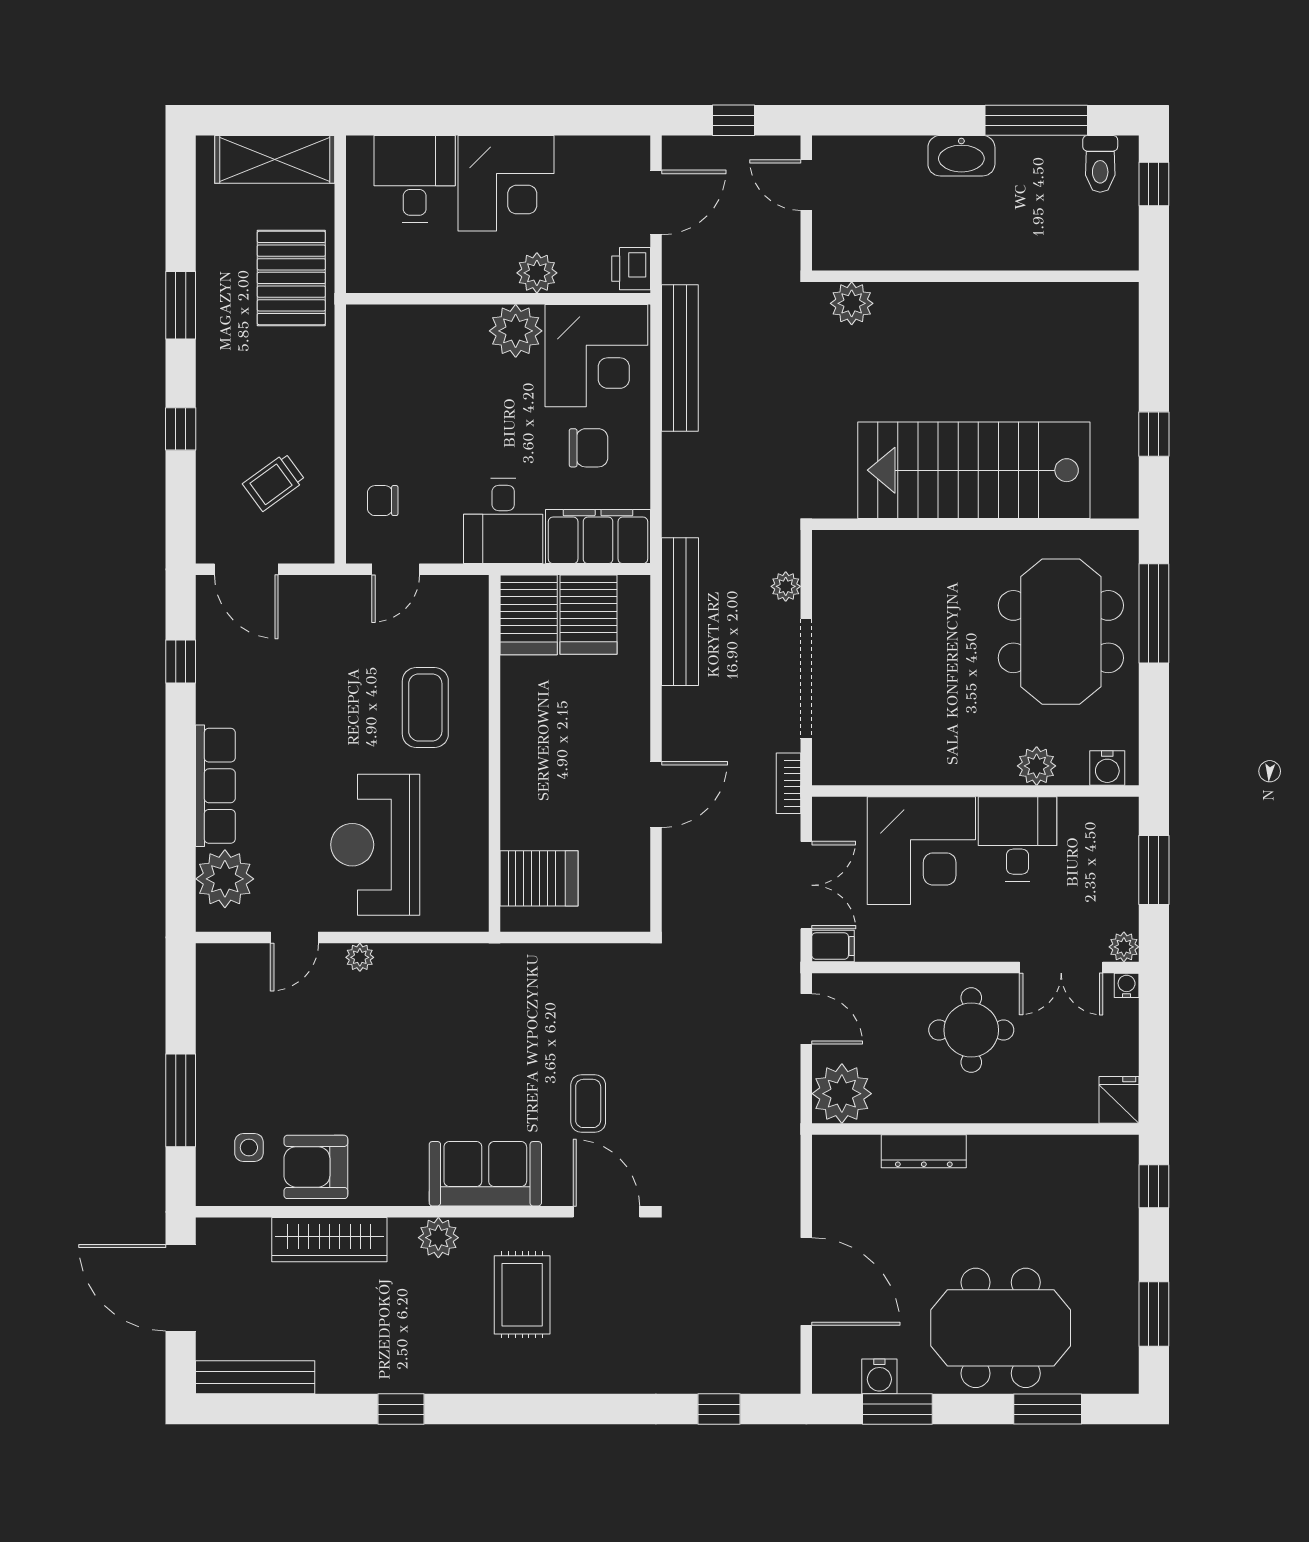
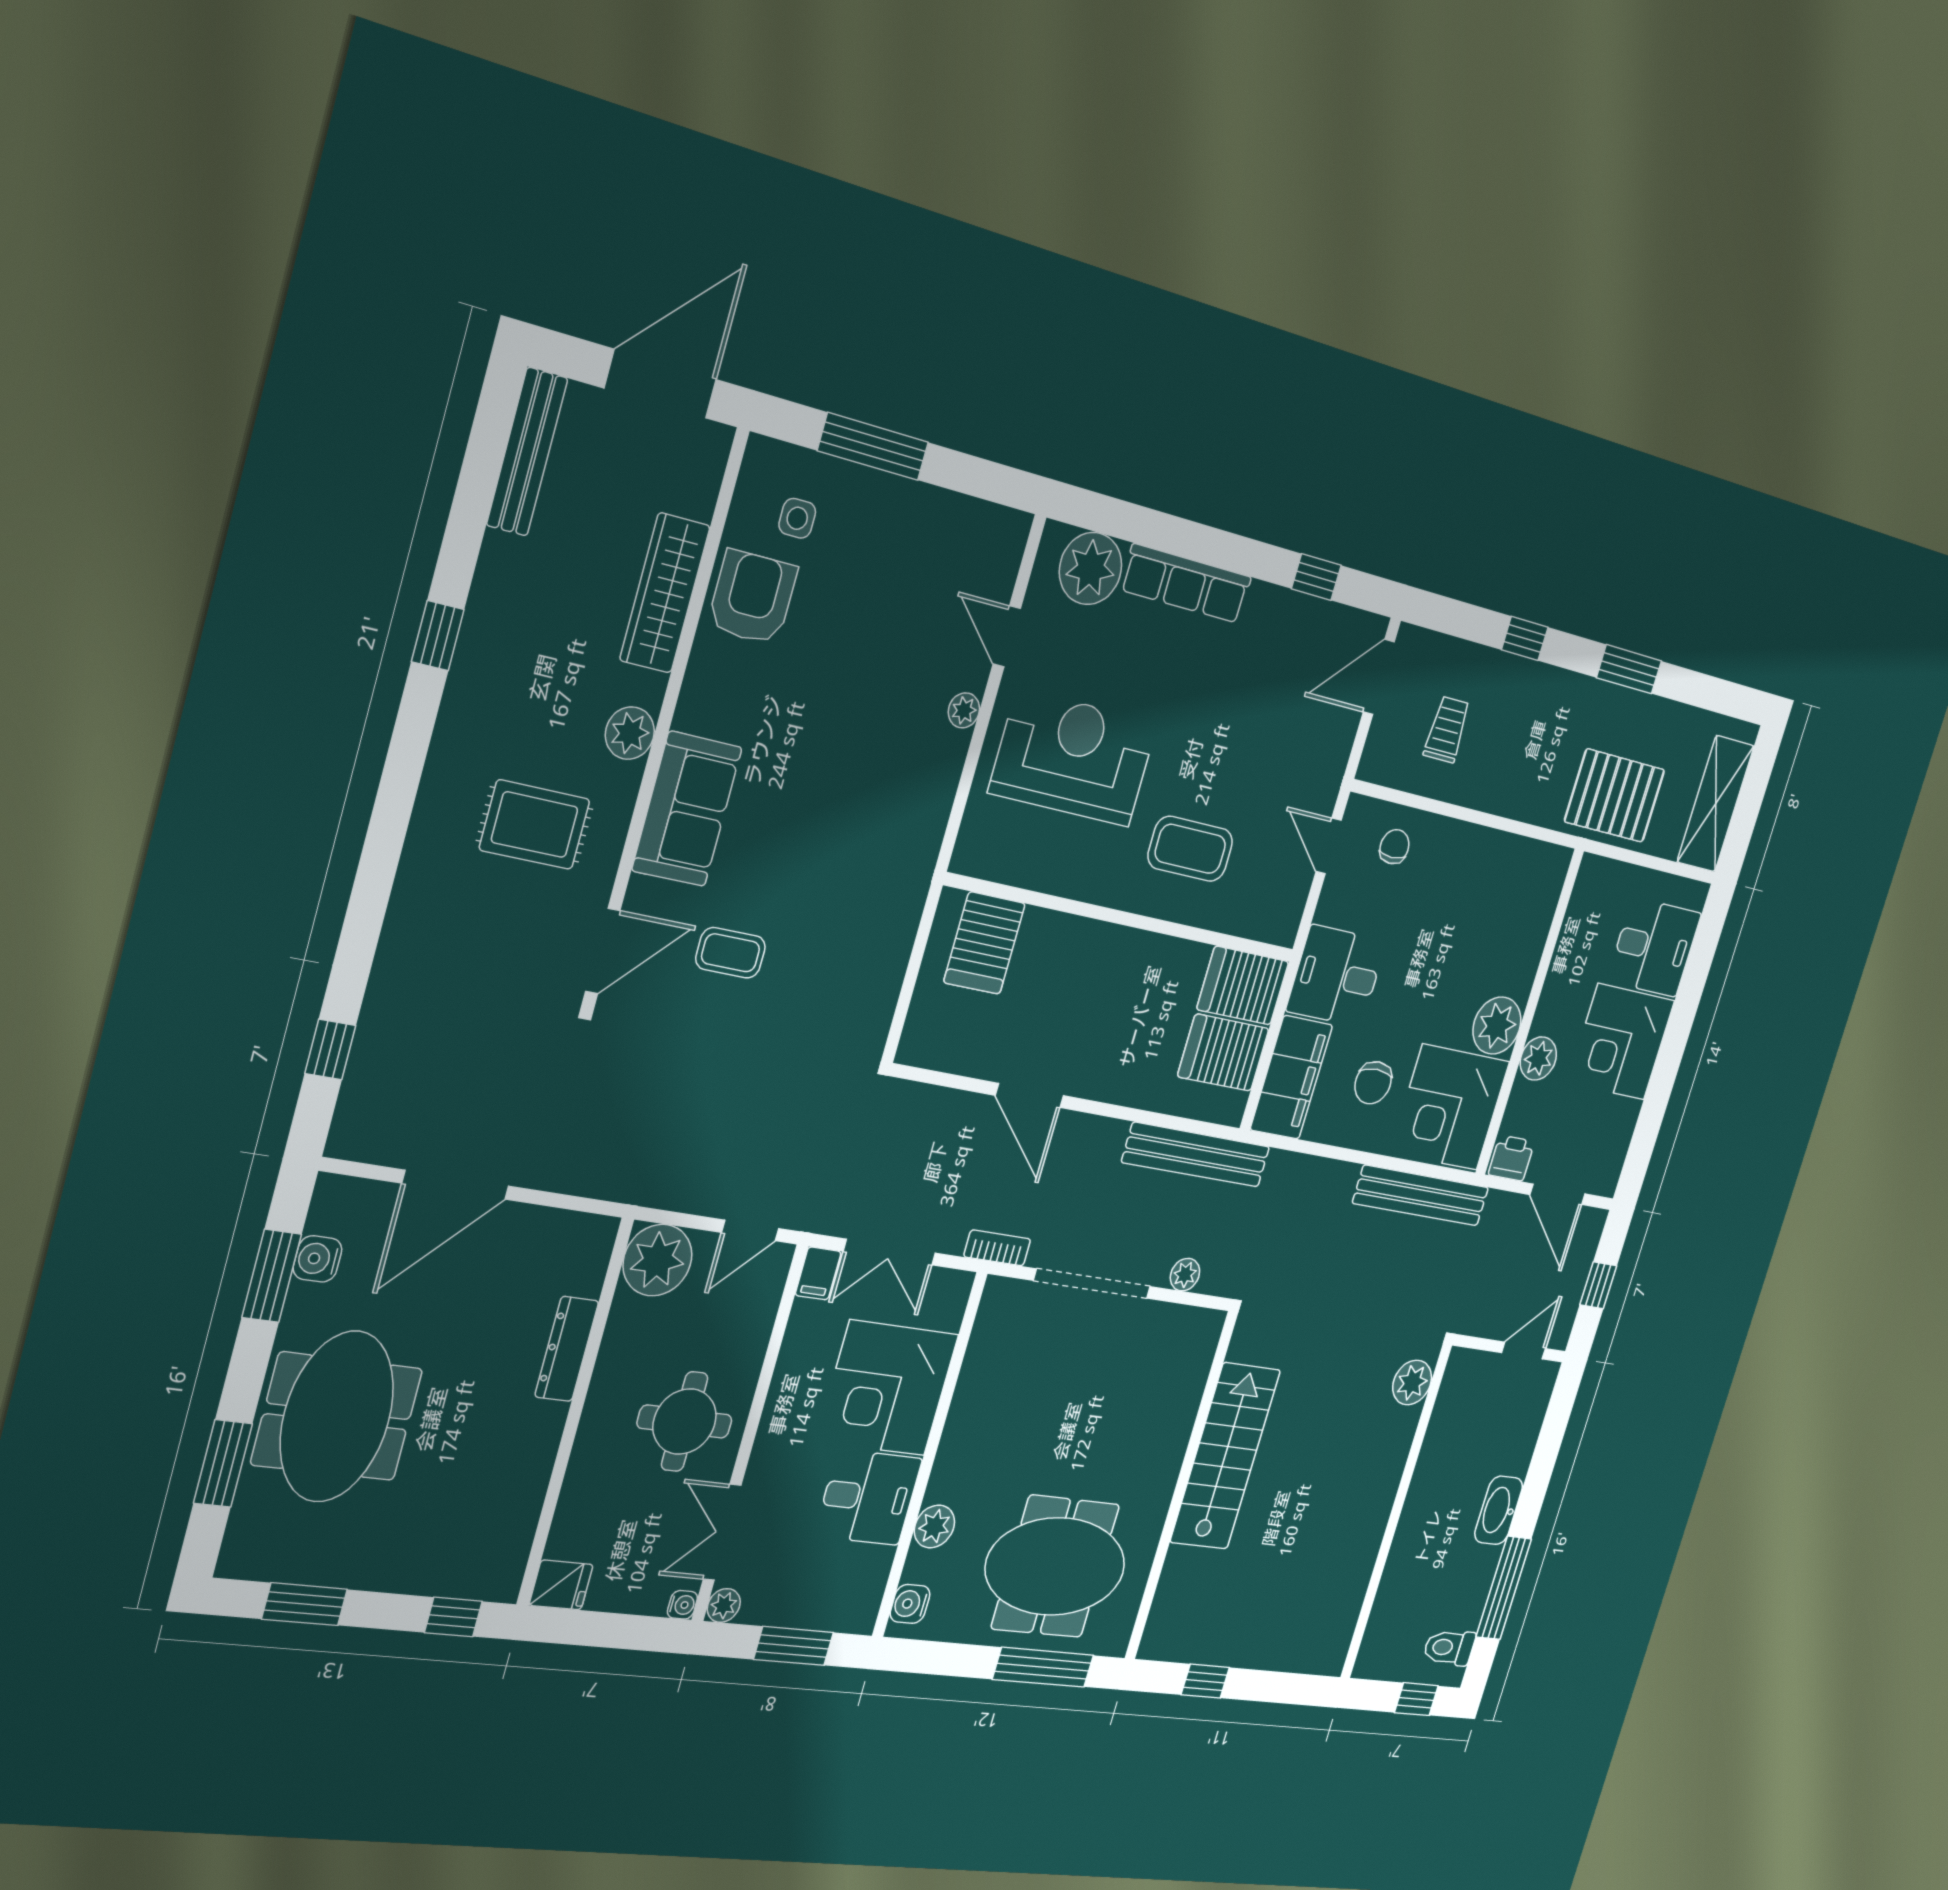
stairs: (974, 470) -> (1225, 1456), width x0.73, depth x0.66
trolley: (274, 482) -> (1447, 730), turned 36

